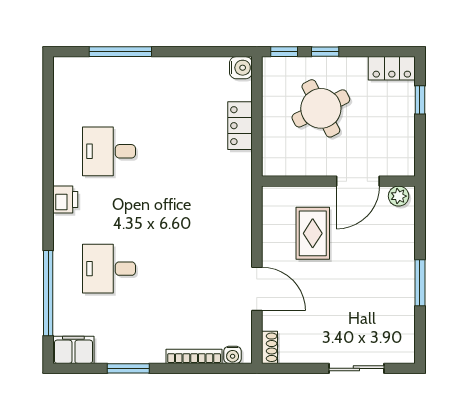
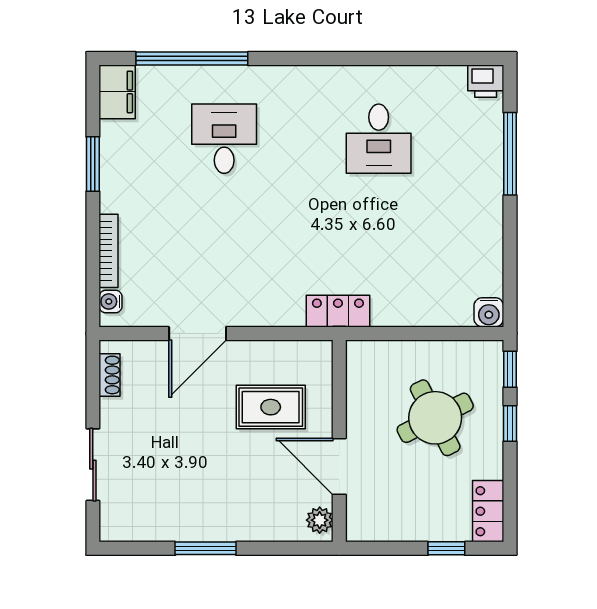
locker: (240, 126) -> (338, 311), moved
desk: (109, 151) -> (379, 139), turned 180
printer: (65, 200) -> (486, 81), moved
shoe rack: (270, 347) -> (110, 375), moved, turned -90

